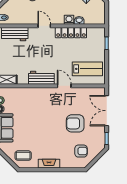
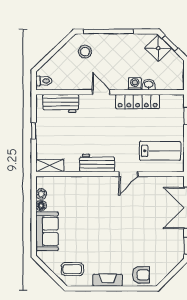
door: (64, 86) -> (128, 174), swing flipped
armchair: (75, 123) -> (143, 225), removed
armchair: (81, 151) -> (141, 275), moved

